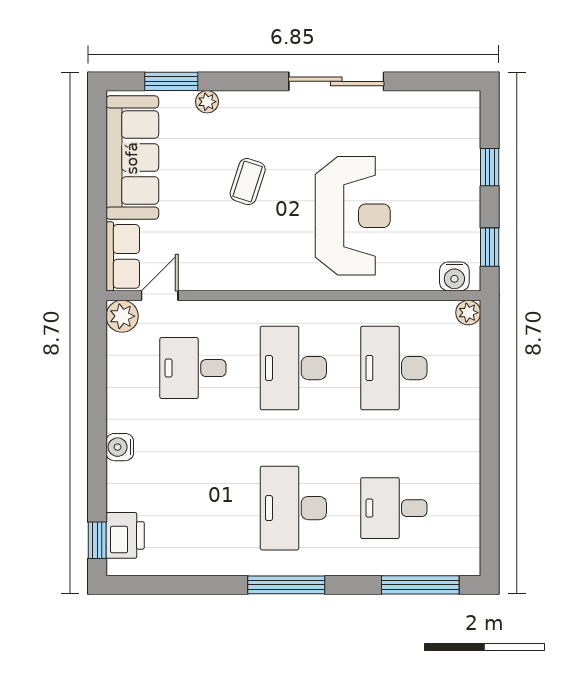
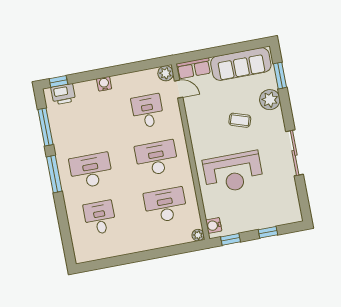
plant: (207, 102) -> (270, 100), width x1.88, depth x1.88
window: (420, 585) -> (45, 127), moved

